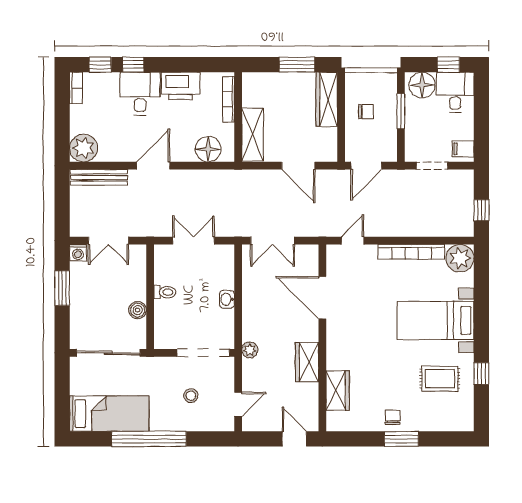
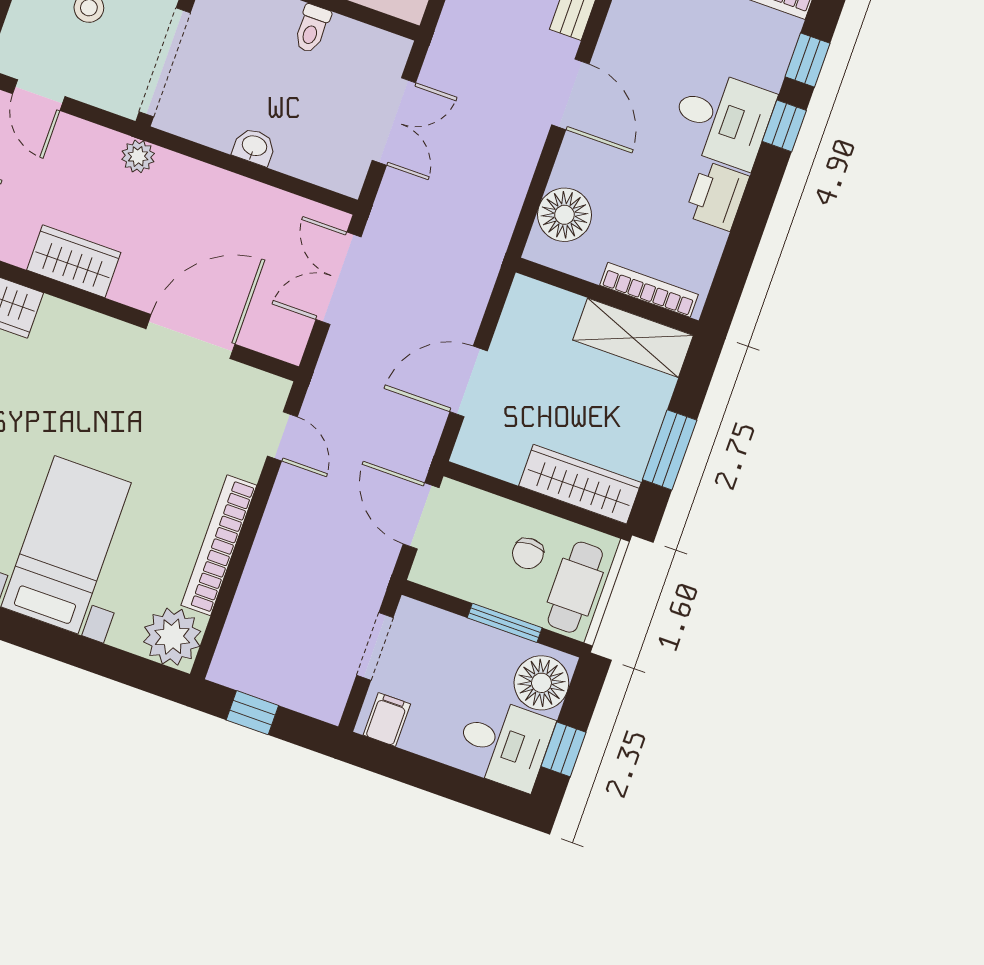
cafe table: (374, 85) -> (575, 587), added
printer: (181, 86) -> (717, 196), width x0.73, depth x0.84
shelving: (253, 135) -> (633, 338), moved

